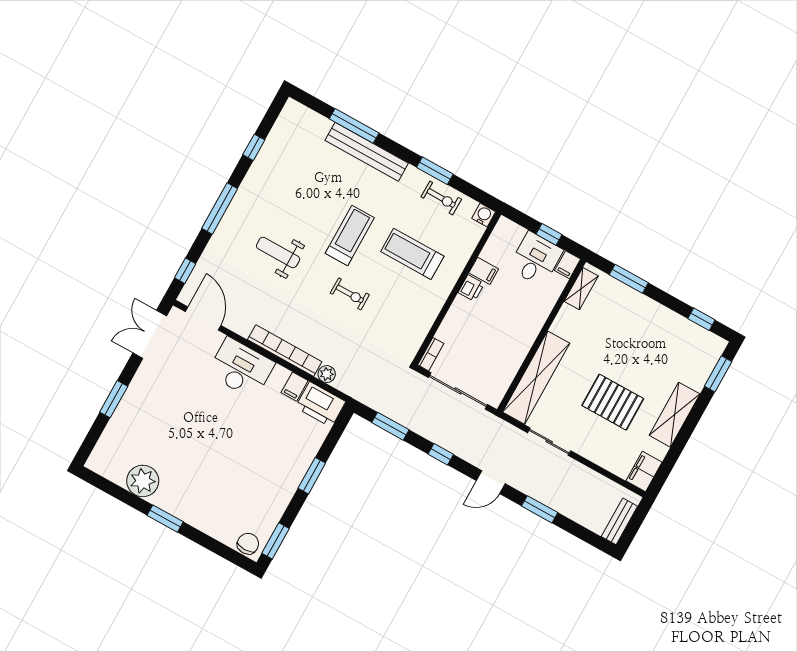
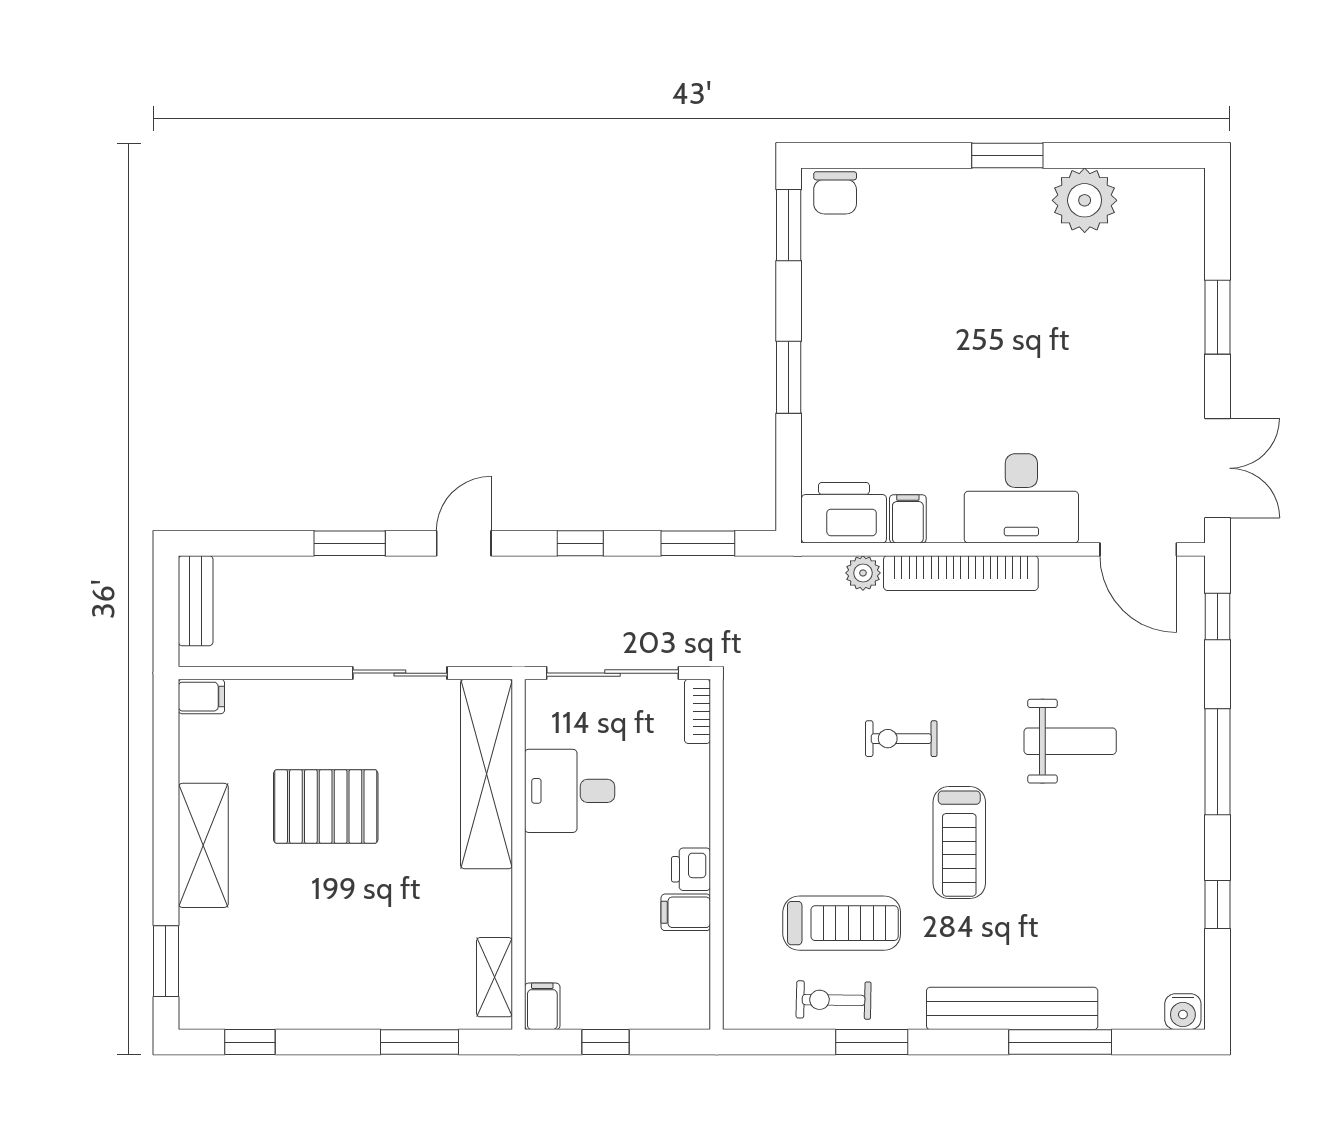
water cooler: (484, 215) -> (1183, 1012), moved
treadmill: (412, 254) -> (842, 923), moved
desk: (536, 259) -> (570, 791), moved, turned 90
filing cabinet: (644, 472) -> (201, 697), width x0.50

